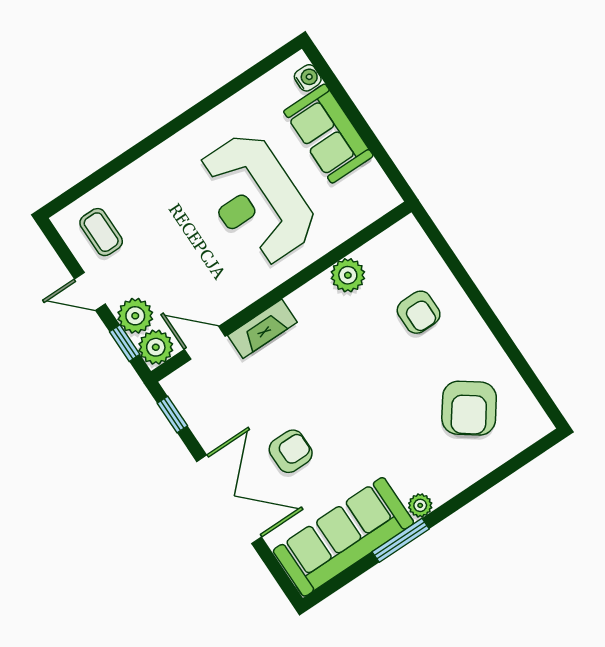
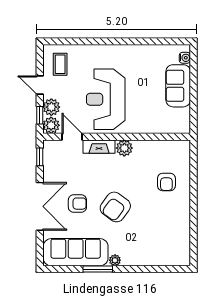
reception desk: (256, 199) -> (106, 99), moved
plant: (348, 275) -> (124, 148), moved
armchair: (469, 408) -> (115, 207), moved

